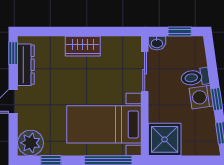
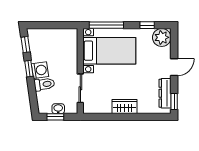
washbasin: (157, 43) -> (58, 109), moved
shower: (165, 139) -> (66, 40), removed

